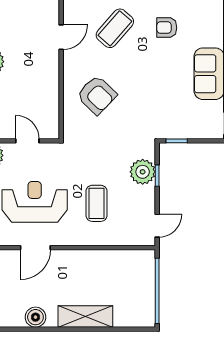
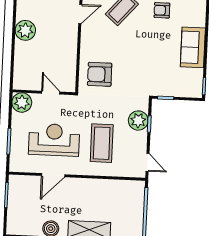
armchair: (97, 95) -> (100, 74), moved, turned 136
coffee table: (96, 203) -> (102, 143), width x1.36, depth x1.32
door: (157, 226) -> (148, 162), hinge flipped

